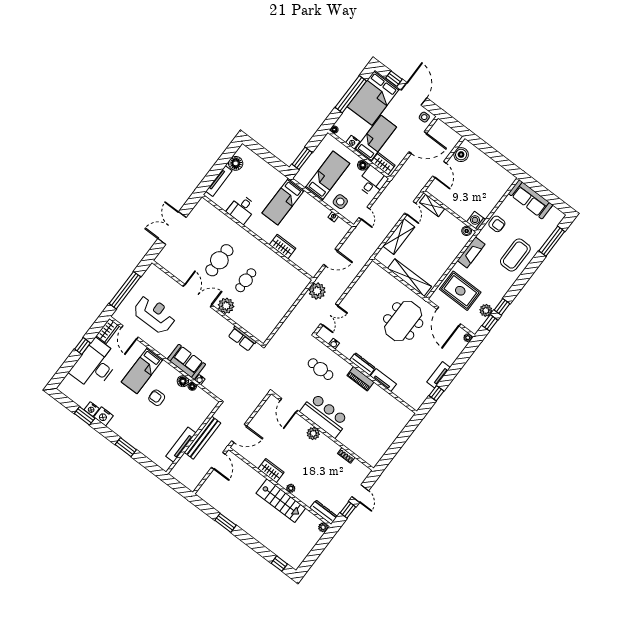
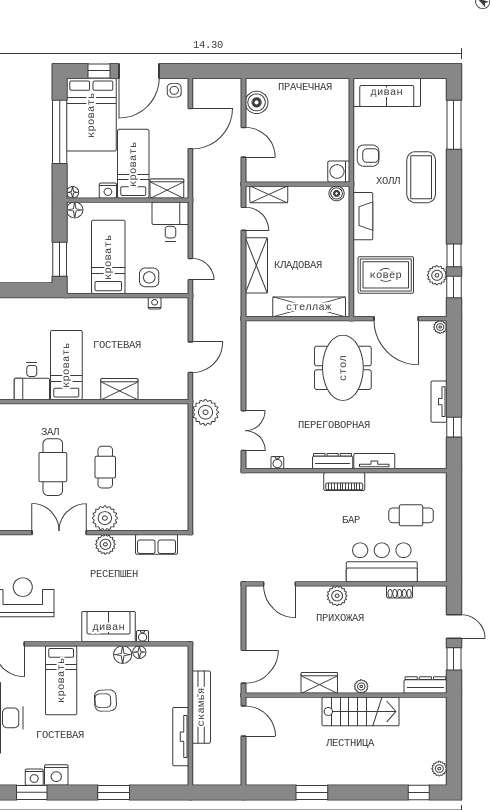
door: (414, 94) -> (139, 71), swing flipped
floor lamp: (363, 165) -> (75, 210), moved
bed: (283, 202) -> (66, 365), moved, turned 180
plant: (216, 319) -> (105, 544), added
cafe table: (321, 369) -> (411, 515), moved
bar counter: (324, 416) -> (382, 562), moved
plant: (323, 527) -> (439, 769), moved

